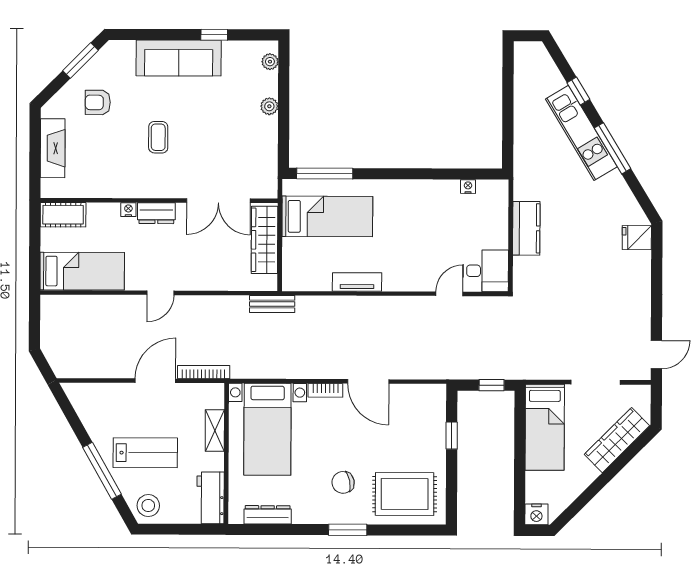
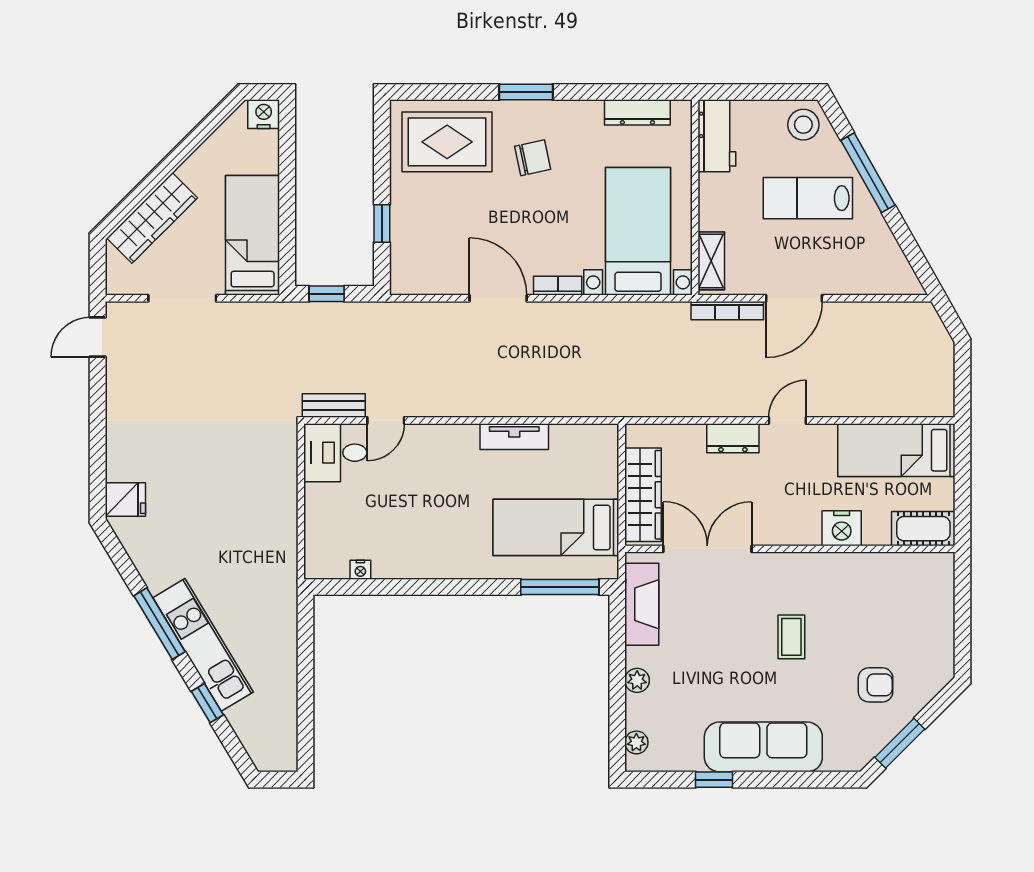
fireplace: (53, 148) -> (642, 604), moved, turned 180
nightstand: (128, 210) -> (842, 528), width x1.89, depth x1.79
dresser: (156, 213) -> (733, 438), moved, turned 180
kitchen counter: (526, 228) -> (279, 512), removed
bench: (272, 304) -> (334, 405), moved
shelving: (215, 431) -> (711, 261), moved

